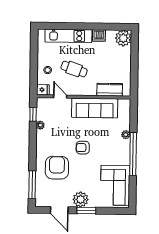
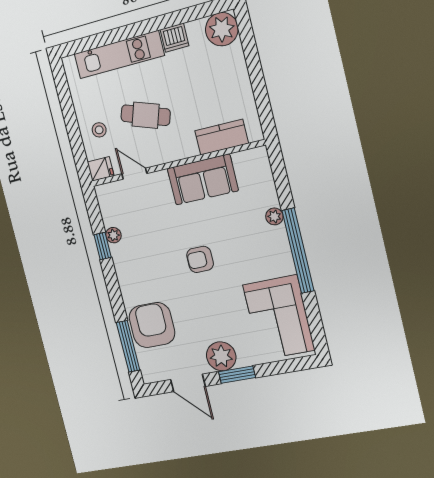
sofa: (95, 108) -> (203, 180), width x0.73
window: (33, 114) -> (103, 246), moved
armchair: (57, 168) -> (152, 325), moved

